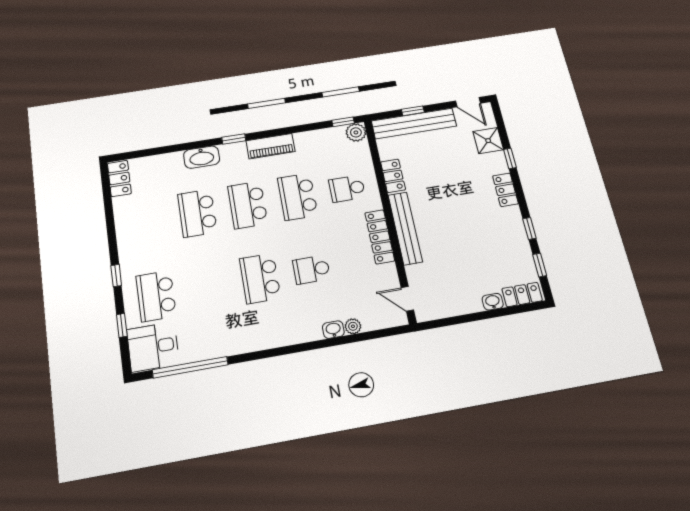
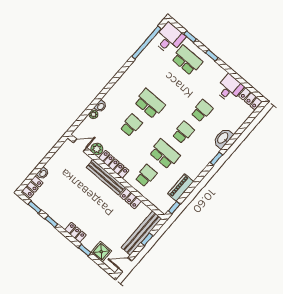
plant: (356, 132) -> (97, 149), moved
piano: (271, 146) -> (181, 188), moved
school desk: (248, 205) -> (183, 132), width x0.54
desk: (134, 213) -> (229, 88), added
school desk: (197, 213) -> (202, 111), width x0.54

